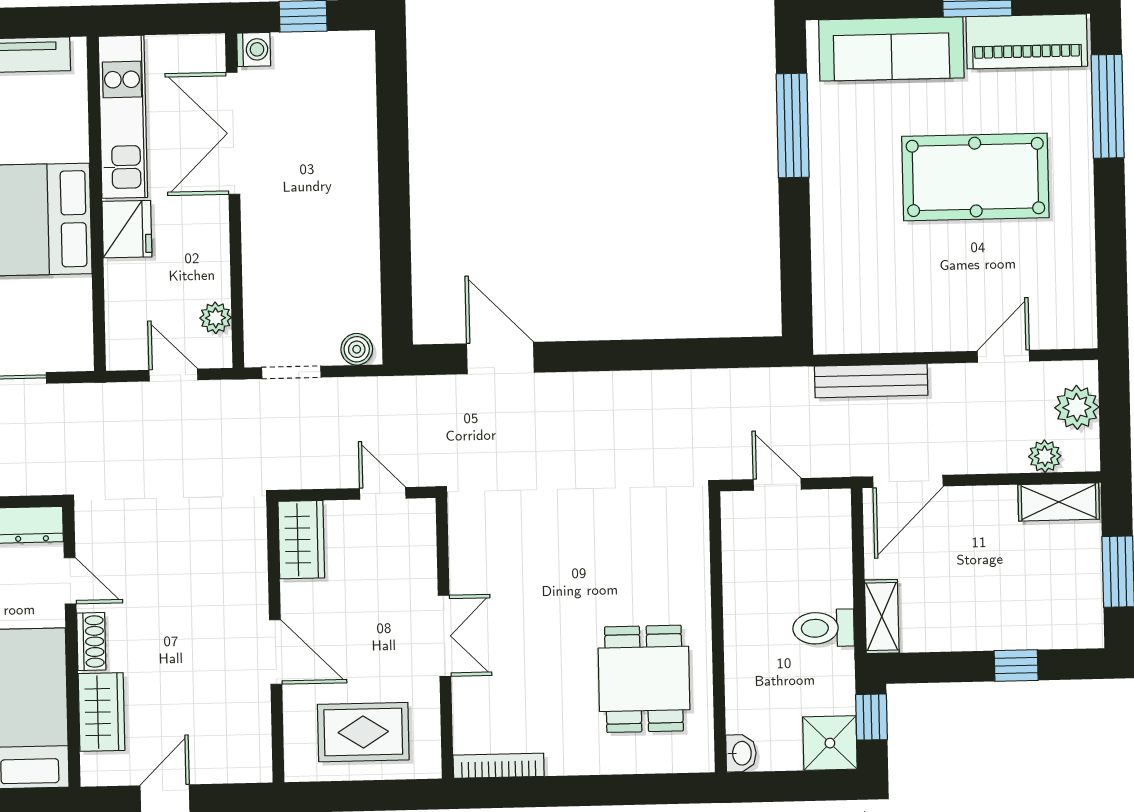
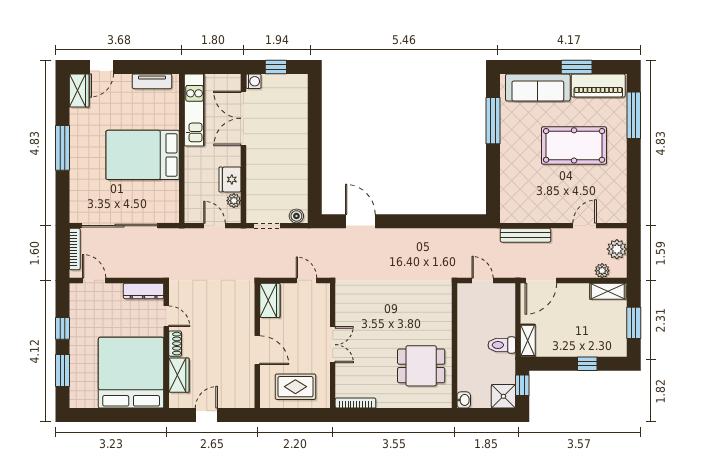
fridge: (127, 229) -> (230, 179), moved, turned 180
dining table: (644, 679) -> (421, 366), turned 90

